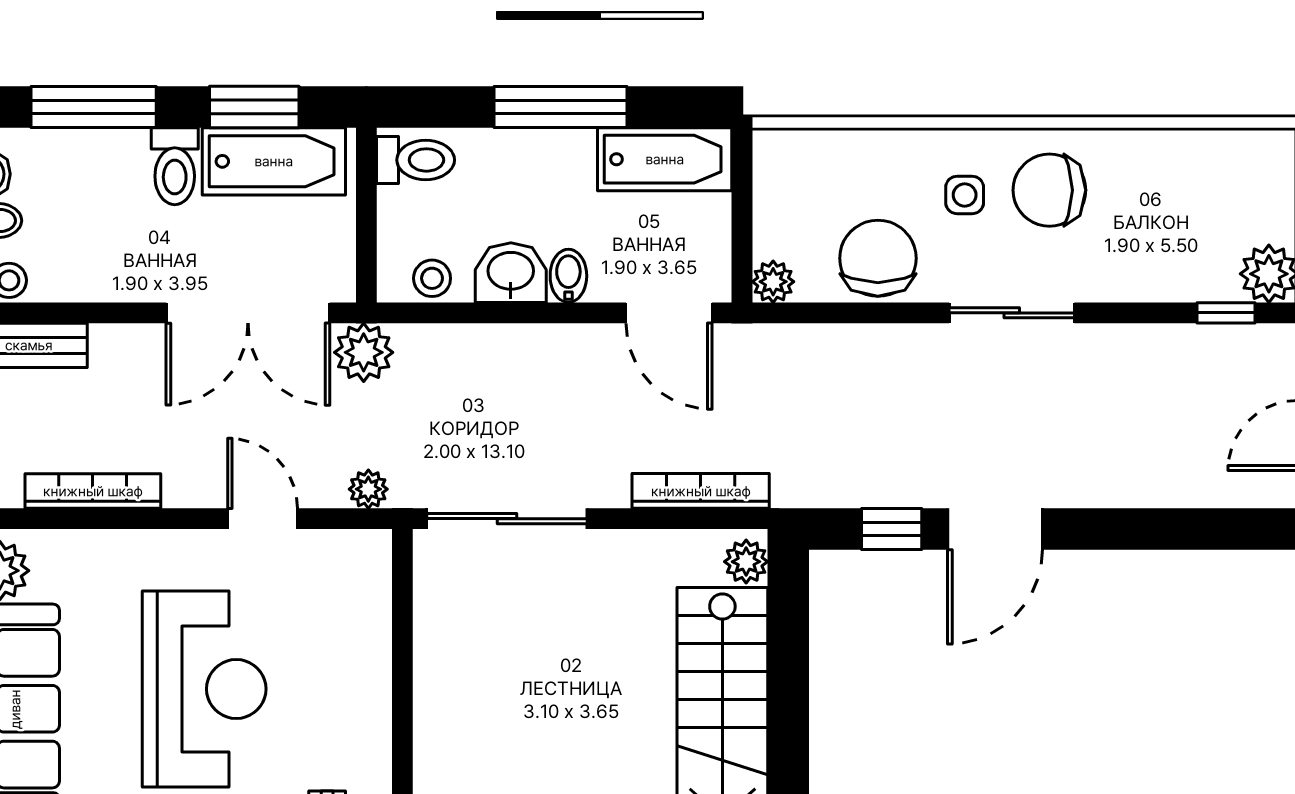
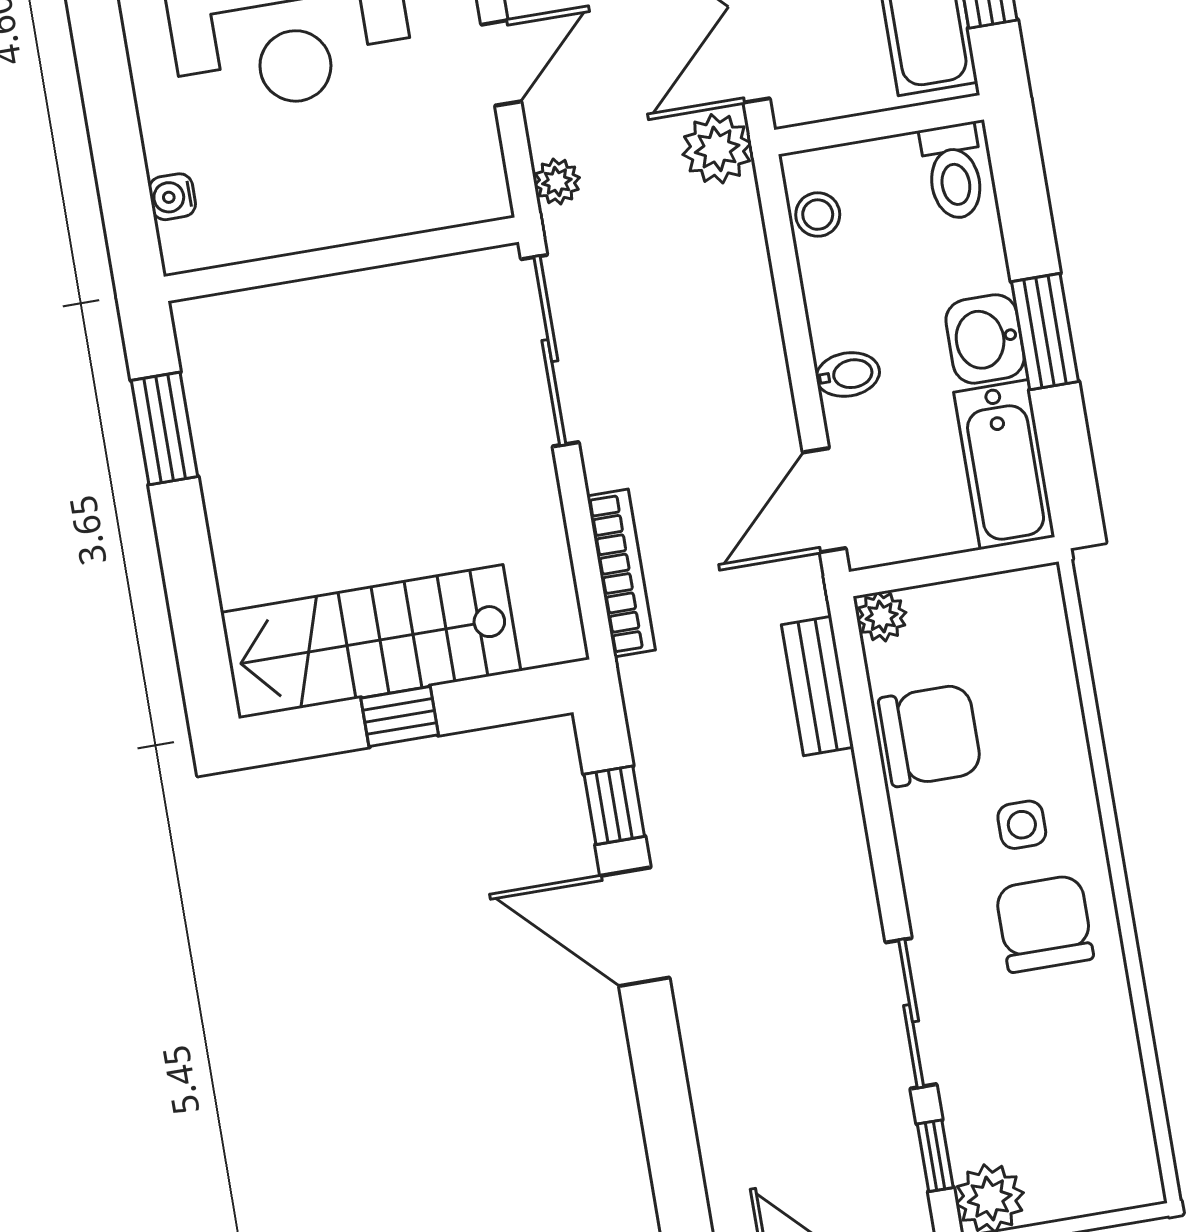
window: (561, 107) -> (1045, 332), width x0.69
washbasin: (511, 273) -> (985, 339), moved, turned 180
sliding door: (1012, 313) -> (911, 1013), moved
bench: (821, 344) -> (818, 686), added
plant: (746, 562) -> (547, 640), removed
window: (788, 694) -> (400, 717), added

